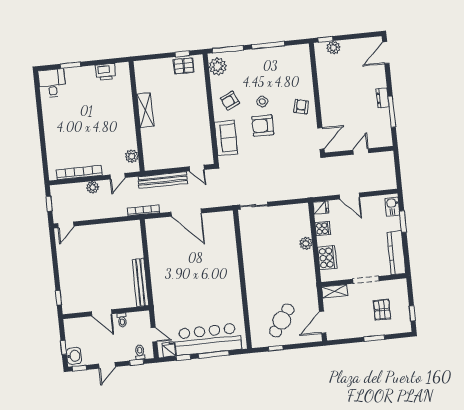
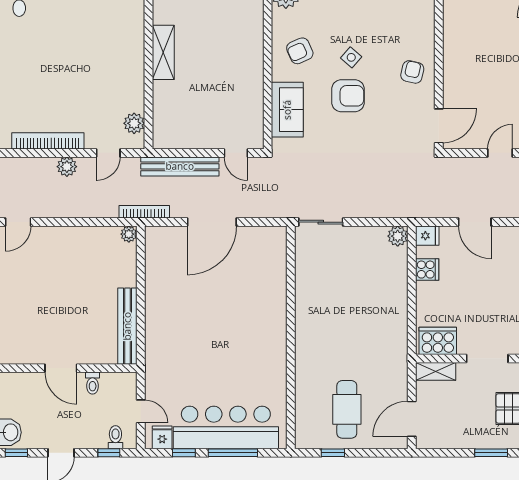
armchair: (263, 126) -> (348, 96), turned 180
door: (186, 213) -> (212, 222), hinge flipped
plant: (135, 225) -> (129, 234), added
plant: (306, 243) -> (398, 236), moved
cooker: (327, 258) -> (438, 341), moved, turned -90
cafe table: (282, 320) -> (347, 409), turned -35

